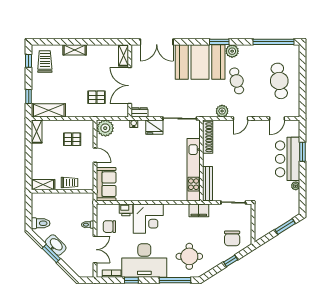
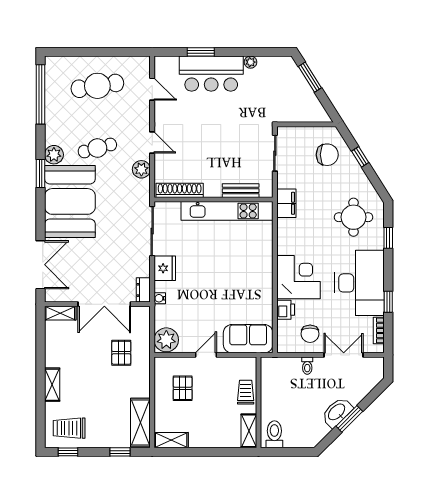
bench: (208, 184) -> (241, 191), width x0.73
toilet: (41, 223) -> (274, 434), moved
window: (175, 280) -> (388, 238), width x0.46

